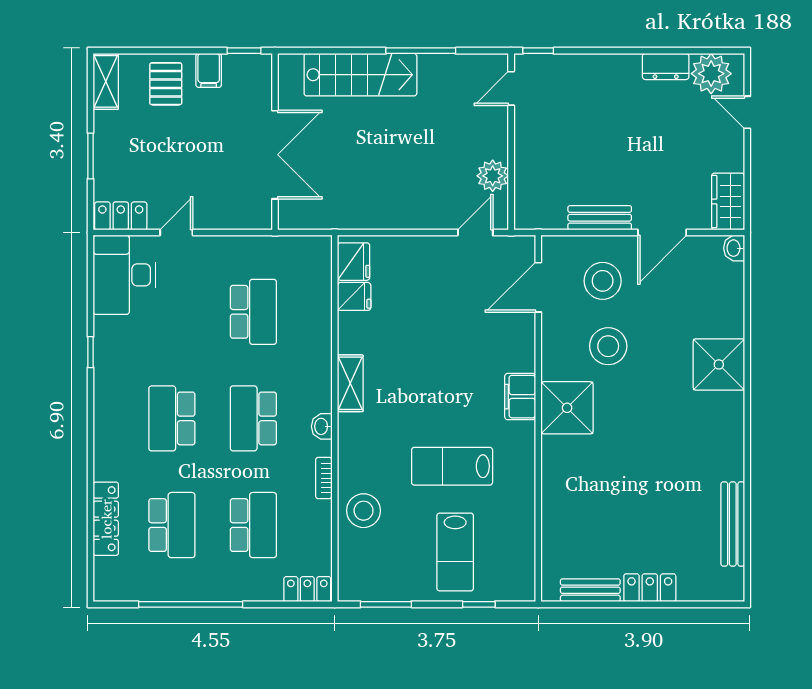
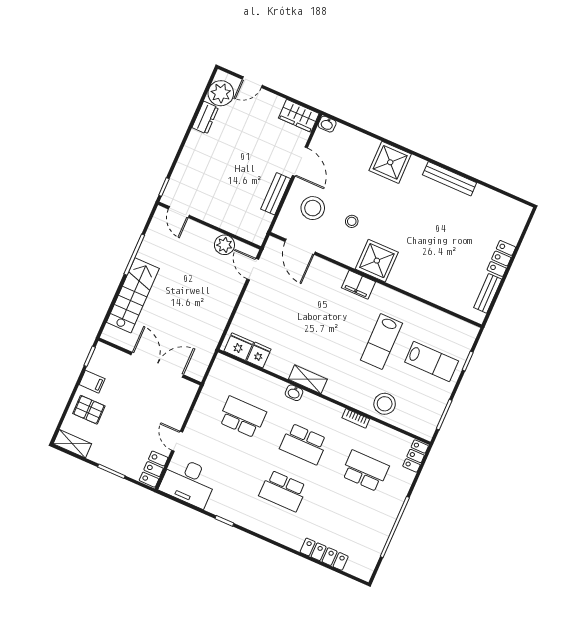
stool: (608, 346) -> (352, 221), width x0.53, depth x0.53
washbasin: (322, 426) -> (294, 393), moved
bench: (733, 524) -> (450, 179), moved
school desk: (172, 525) -> (344, 518), removed

